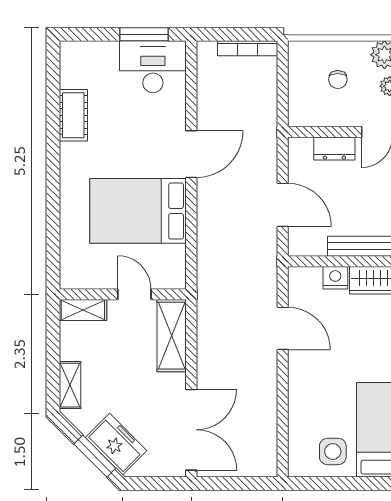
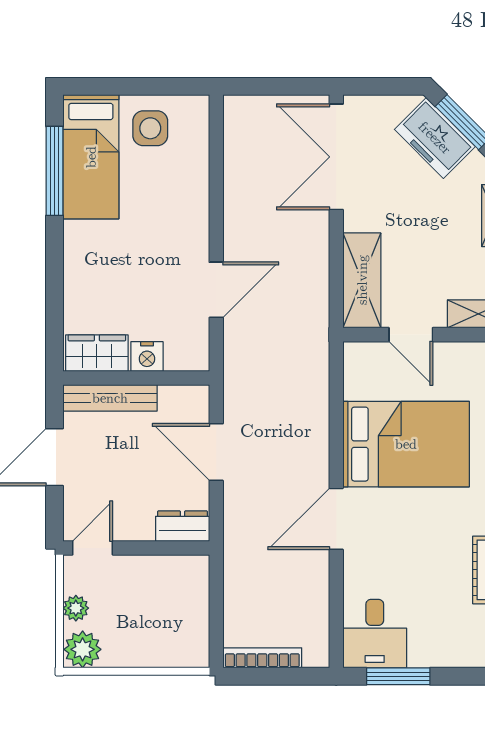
desk: (153, 67) -> (375, 634), width x0.73
chair: (338, 79) -> (144, 617), removed
dresser: (334, 149) -> (183, 526), moved
door: (283, 328) -> (216, 290), swing flipped

